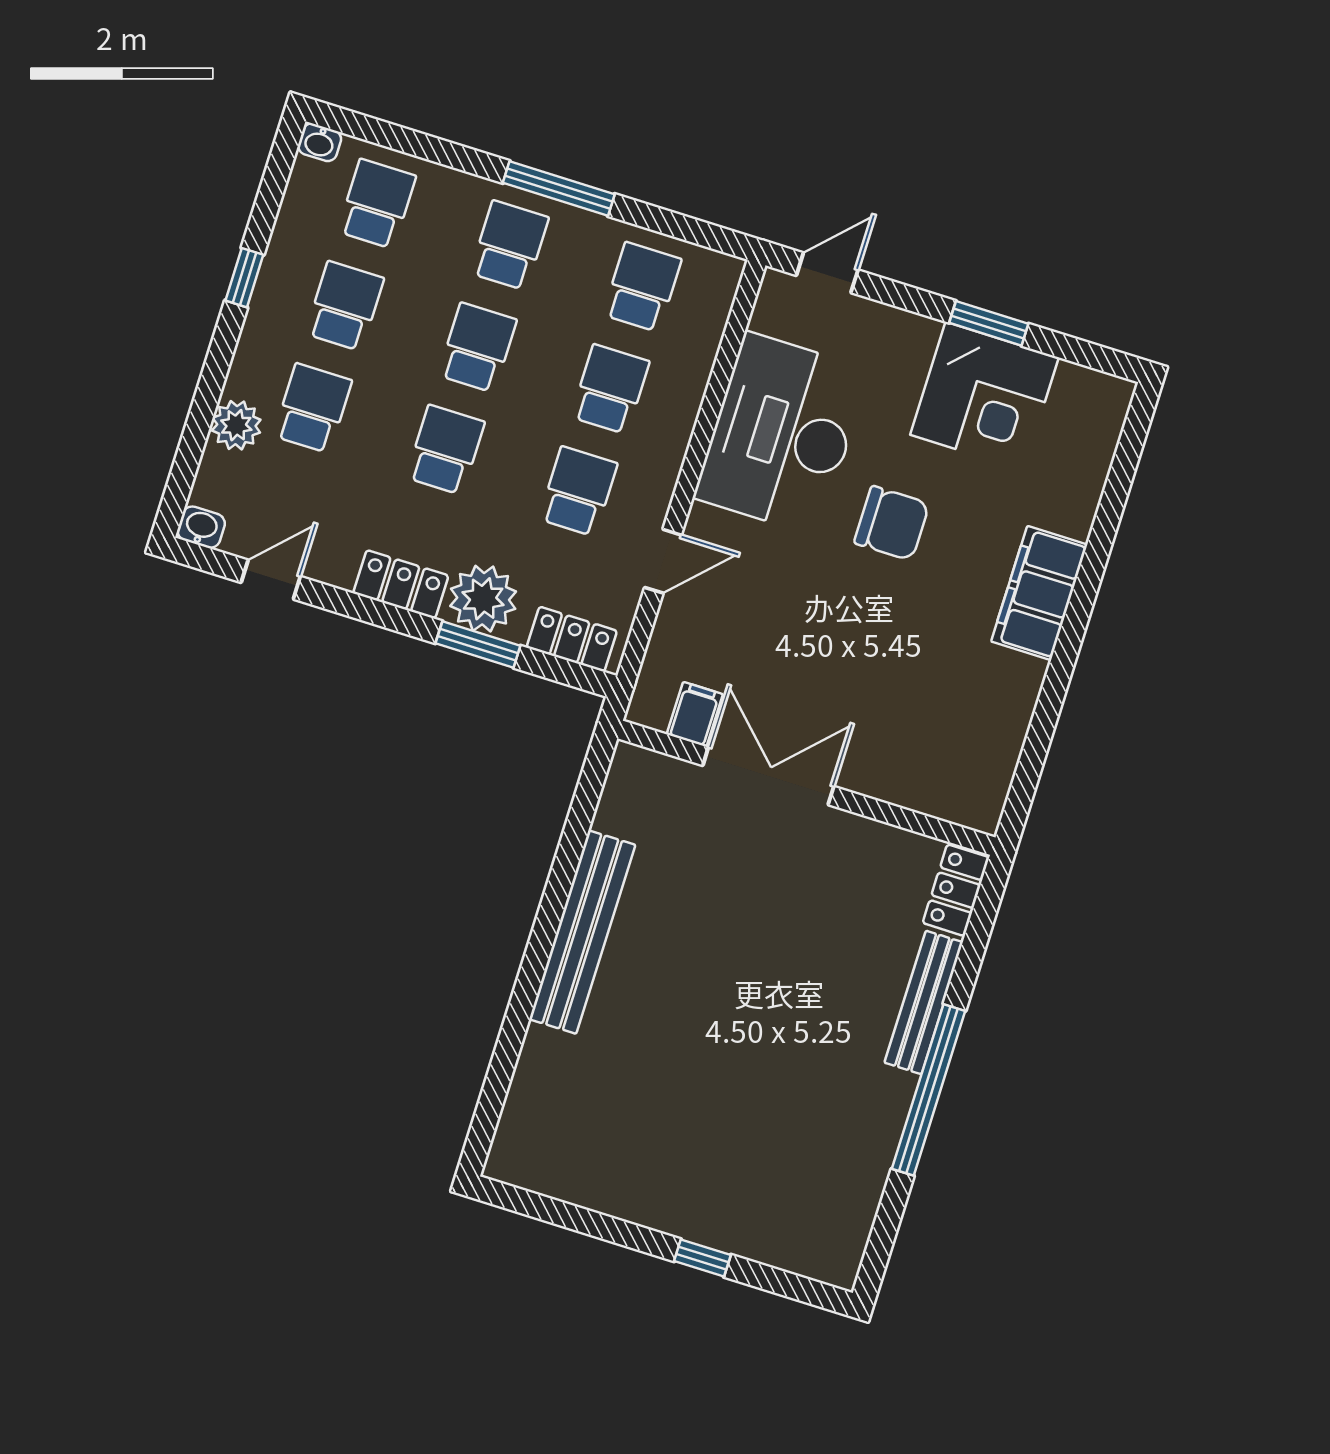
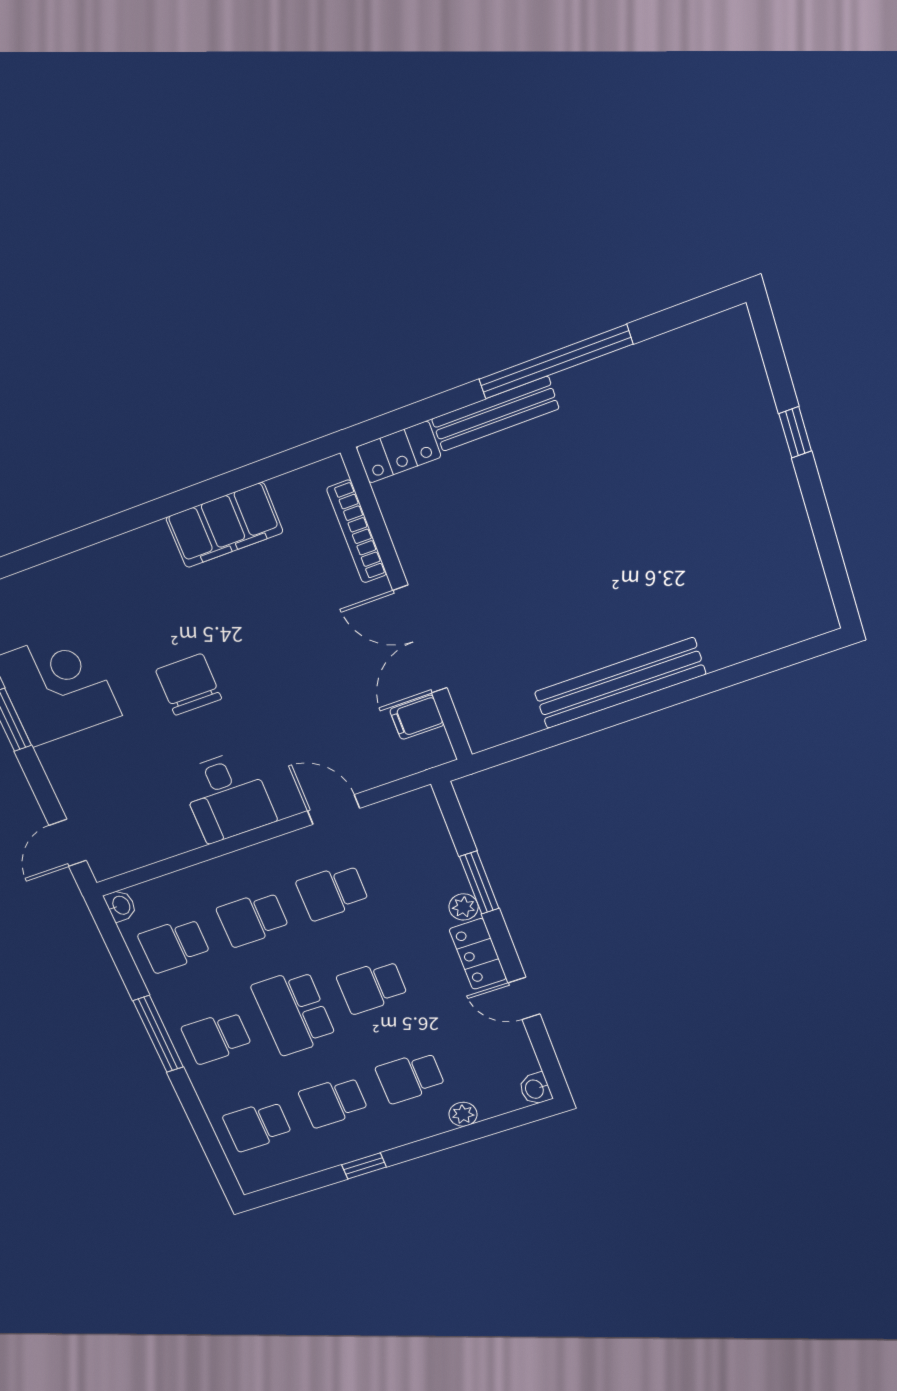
washbasin: (320, 142) -> (121, 905), moved
door: (827, 273) -> (68, 843), hinge flipped
school desk: (477, 348) -> (294, 1012), width x1.85
plant: (236, 425) -> (463, 1114), width x0.73, depth x0.73
desk: (782, 434) -> (227, 797), width x0.53, depth x0.77
door: (271, 580) -> (524, 998), moved
filing cabinet: (1039, 593) -> (225, 525), moved
plant: (483, 599) -> (464, 907), width x0.53, depth x0.53
locker: (572, 639) -> (430, 829), removed
bookcase: (914, 796) -> (357, 532), added

